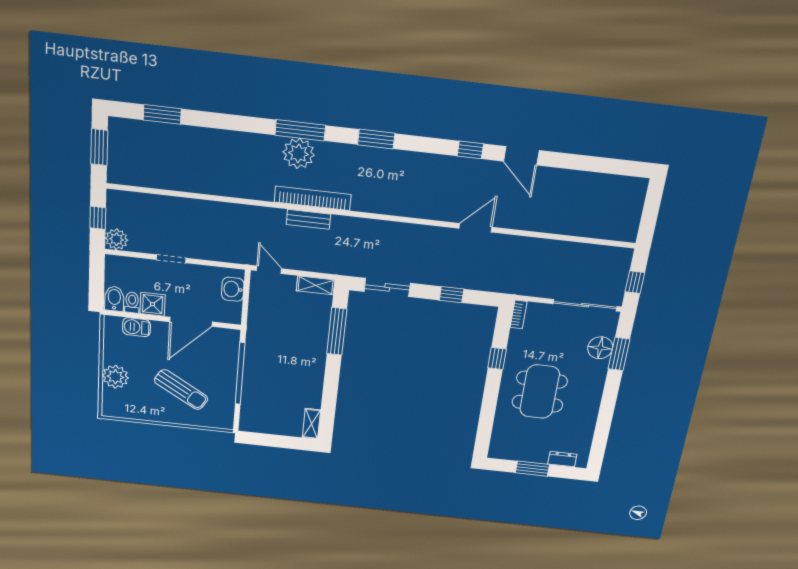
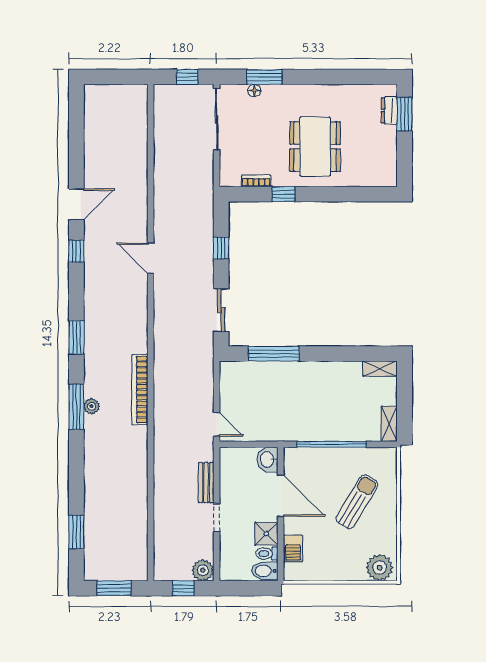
plant: (299, 153) -> (91, 406), width x0.53, depth x0.53
bench: (308, 219) -> (206, 483), moved
door: (475, 228) -> (151, 258), moved
door: (269, 270) -> (217, 424), swing flipped
shelving: (316, 285) -> (389, 424), moved
washbasin: (233, 289) -> (268, 459), moved, turned 90
bookcase: (519, 314) -> (256, 181), moved
floor lamp: (600, 348) -> (254, 91), width x0.53, depth x0.53
plant: (115, 377) -> (380, 568), moved
dining table: (540, 392) -> (315, 147), turned 90
window: (532, 469) -> (404, 114), moved

